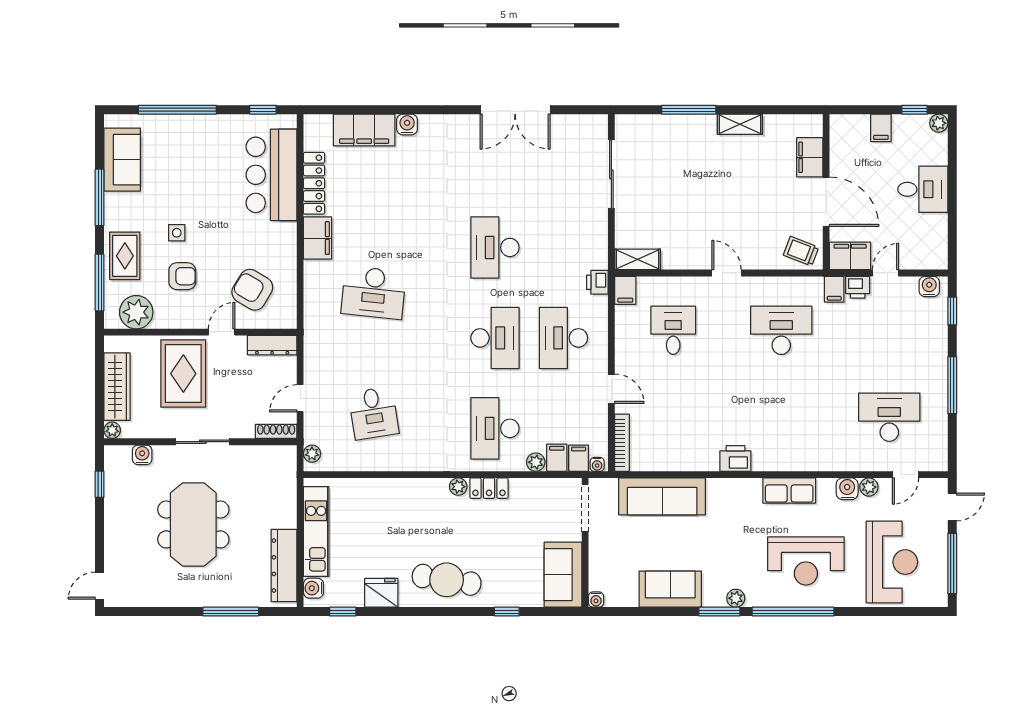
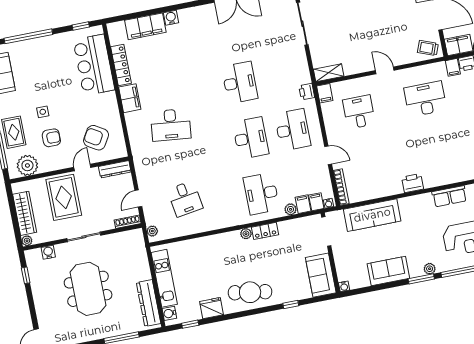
desk: (495, 247) -> (240, 83), turned 180
desk: (563, 338) -> (293, 130), turned 180

